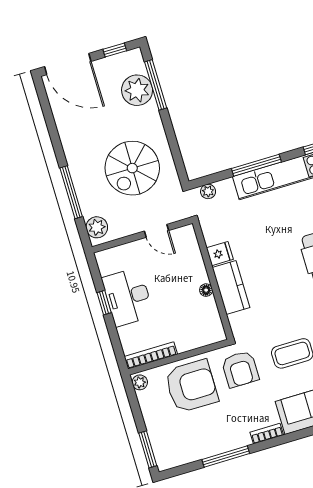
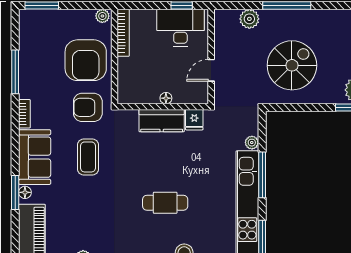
spiral stairs: (132, 168) -> (292, 65), turned 90
plant: (208, 191) -> (252, 143), moved
door: (156, 231) -> (211, 70), moved
wall: (142, 235) -> (211, 57), moved

